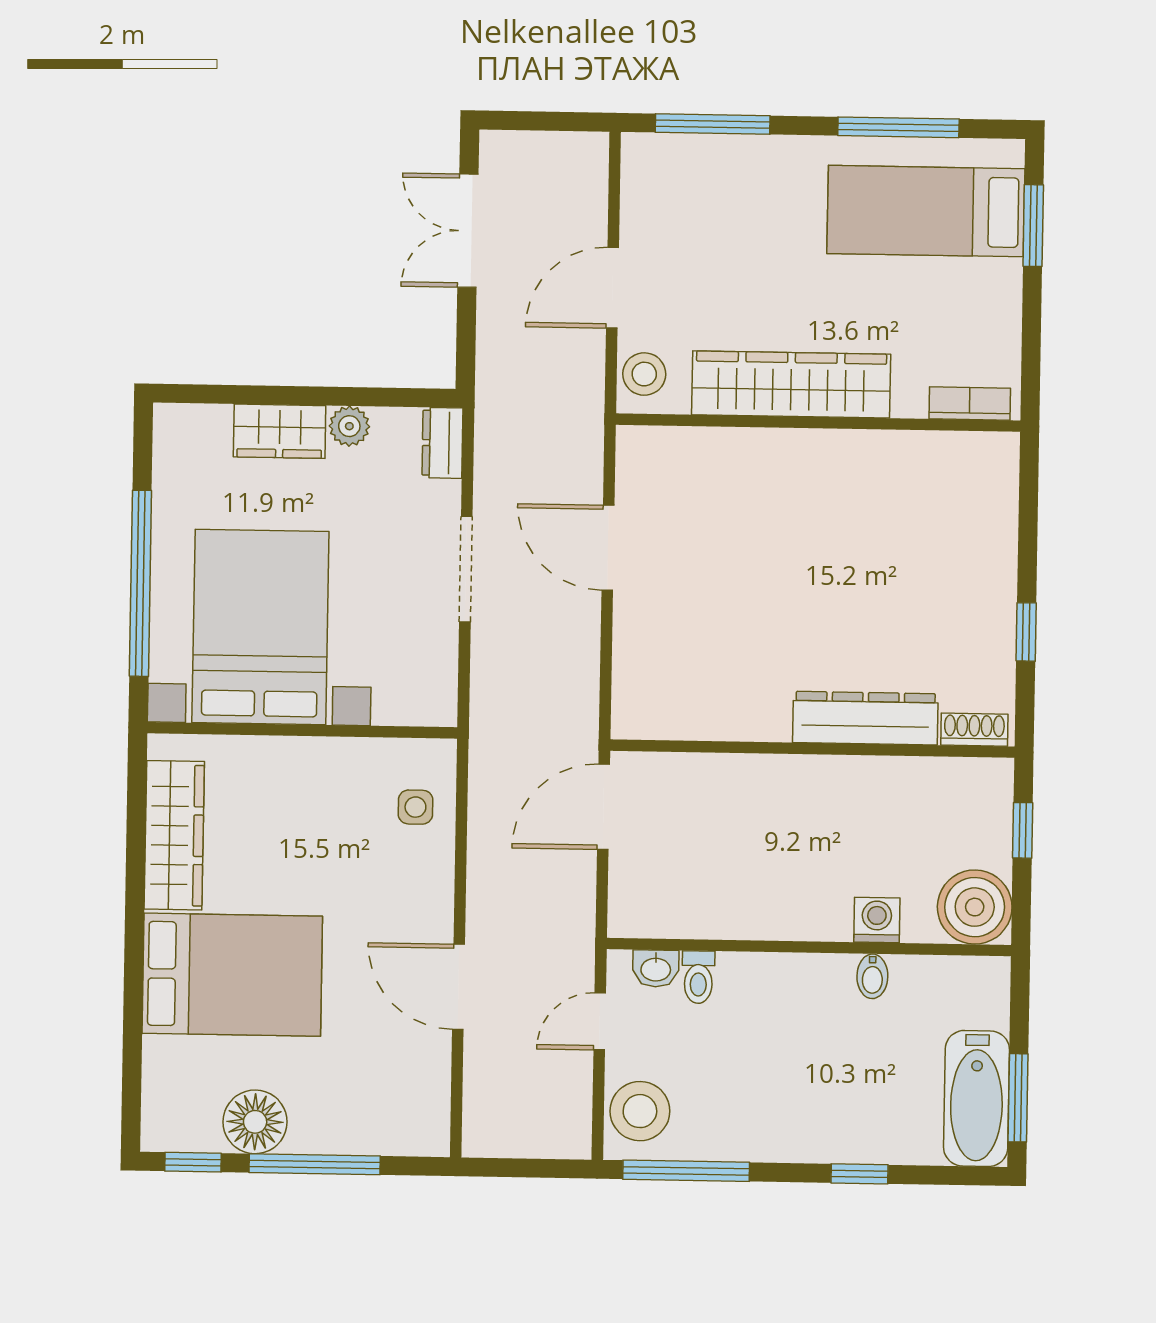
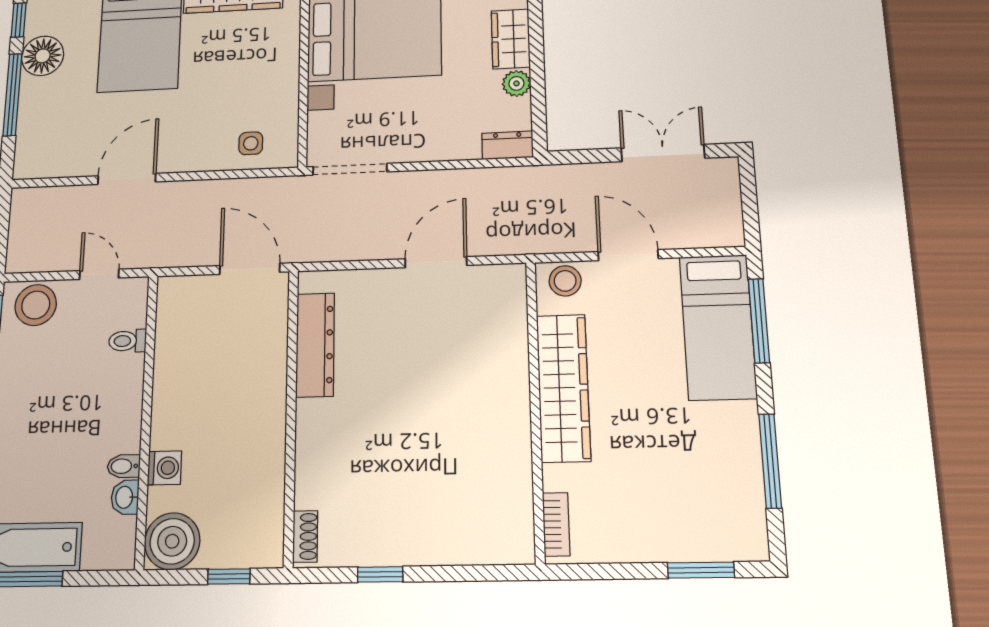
bed: (926, 211) -> (718, 327), moved, turned 180
doorway: (466, 569) -> (350, 169), moved
dresser: (865, 718) -> (315, 345), moved
washbasin: (656, 969) -> (125, 497), moved

